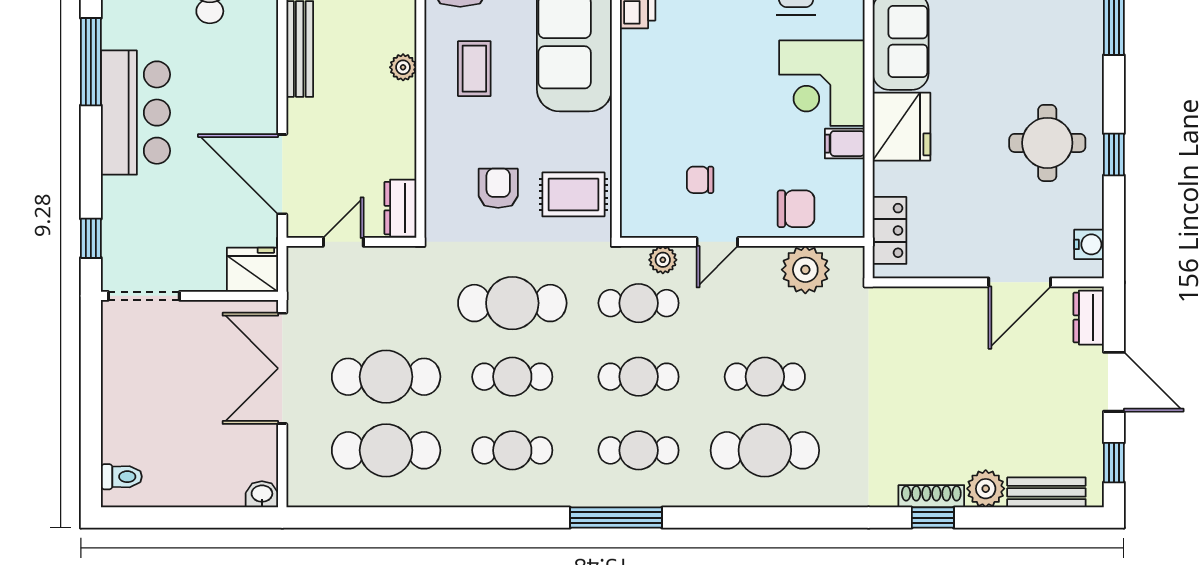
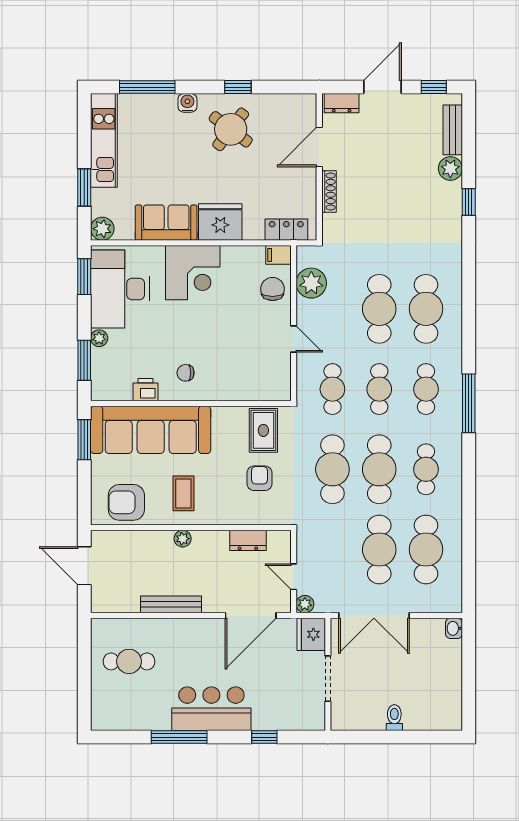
coffee table: (474, 69) -> (183, 493), turned 90
round table: (1047, 143) -> (231, 129), turned 37
filing cabinet: (845, 144) -> (278, 255), moved, turned 90
chair: (700, 180) -> (186, 373), moved, turned 90
armchair: (498, 188) -> (259, 478), turned 90
dresser: (400, 208) -> (248, 540), moved
window: (91, 238) -> (264, 737), moved
water cooler: (1089, 244) -> (187, 103), moved
plant: (663, 260) -> (305, 604), moved
door: (1020, 282) -> (319, 147), swing flipped
doorway: (144, 296) -> (328, 679), moved
cafe table: (512, 377) -> (379, 469), width x1.37, depth x1.35
cafe table: (765, 377) -> (379, 309), width x1.37, depth x1.35
toilet: (121, 477) -> (394, 718), moved
shoe rack: (931, 496) -> (329, 191), moved, turned 180

